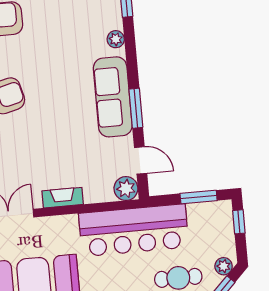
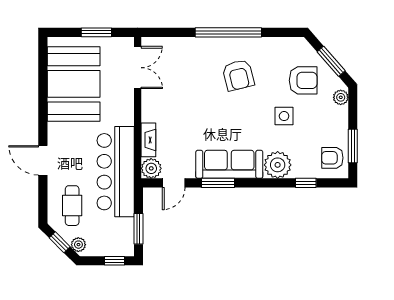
side table: (50, 37) -> (284, 116), added
plant: (116, 39) -> (278, 165), width x1.87, depth x1.87
fireplace: (63, 198) -> (148, 140), moved

